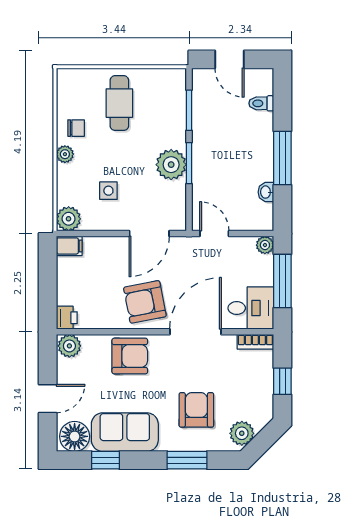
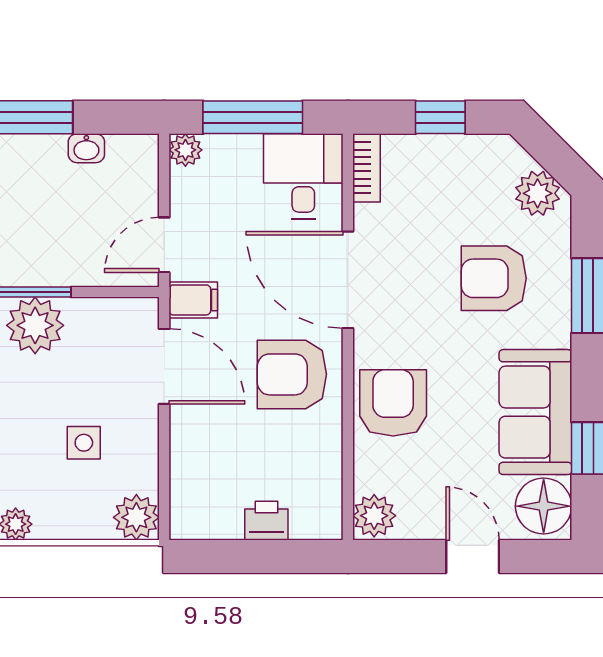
filing cabinet: (69, 246) -> (193, 300), moved, turned 90
armchair: (145, 302) -> (292, 374), turned 101
printer: (67, 318) -> (266, 521), moved

